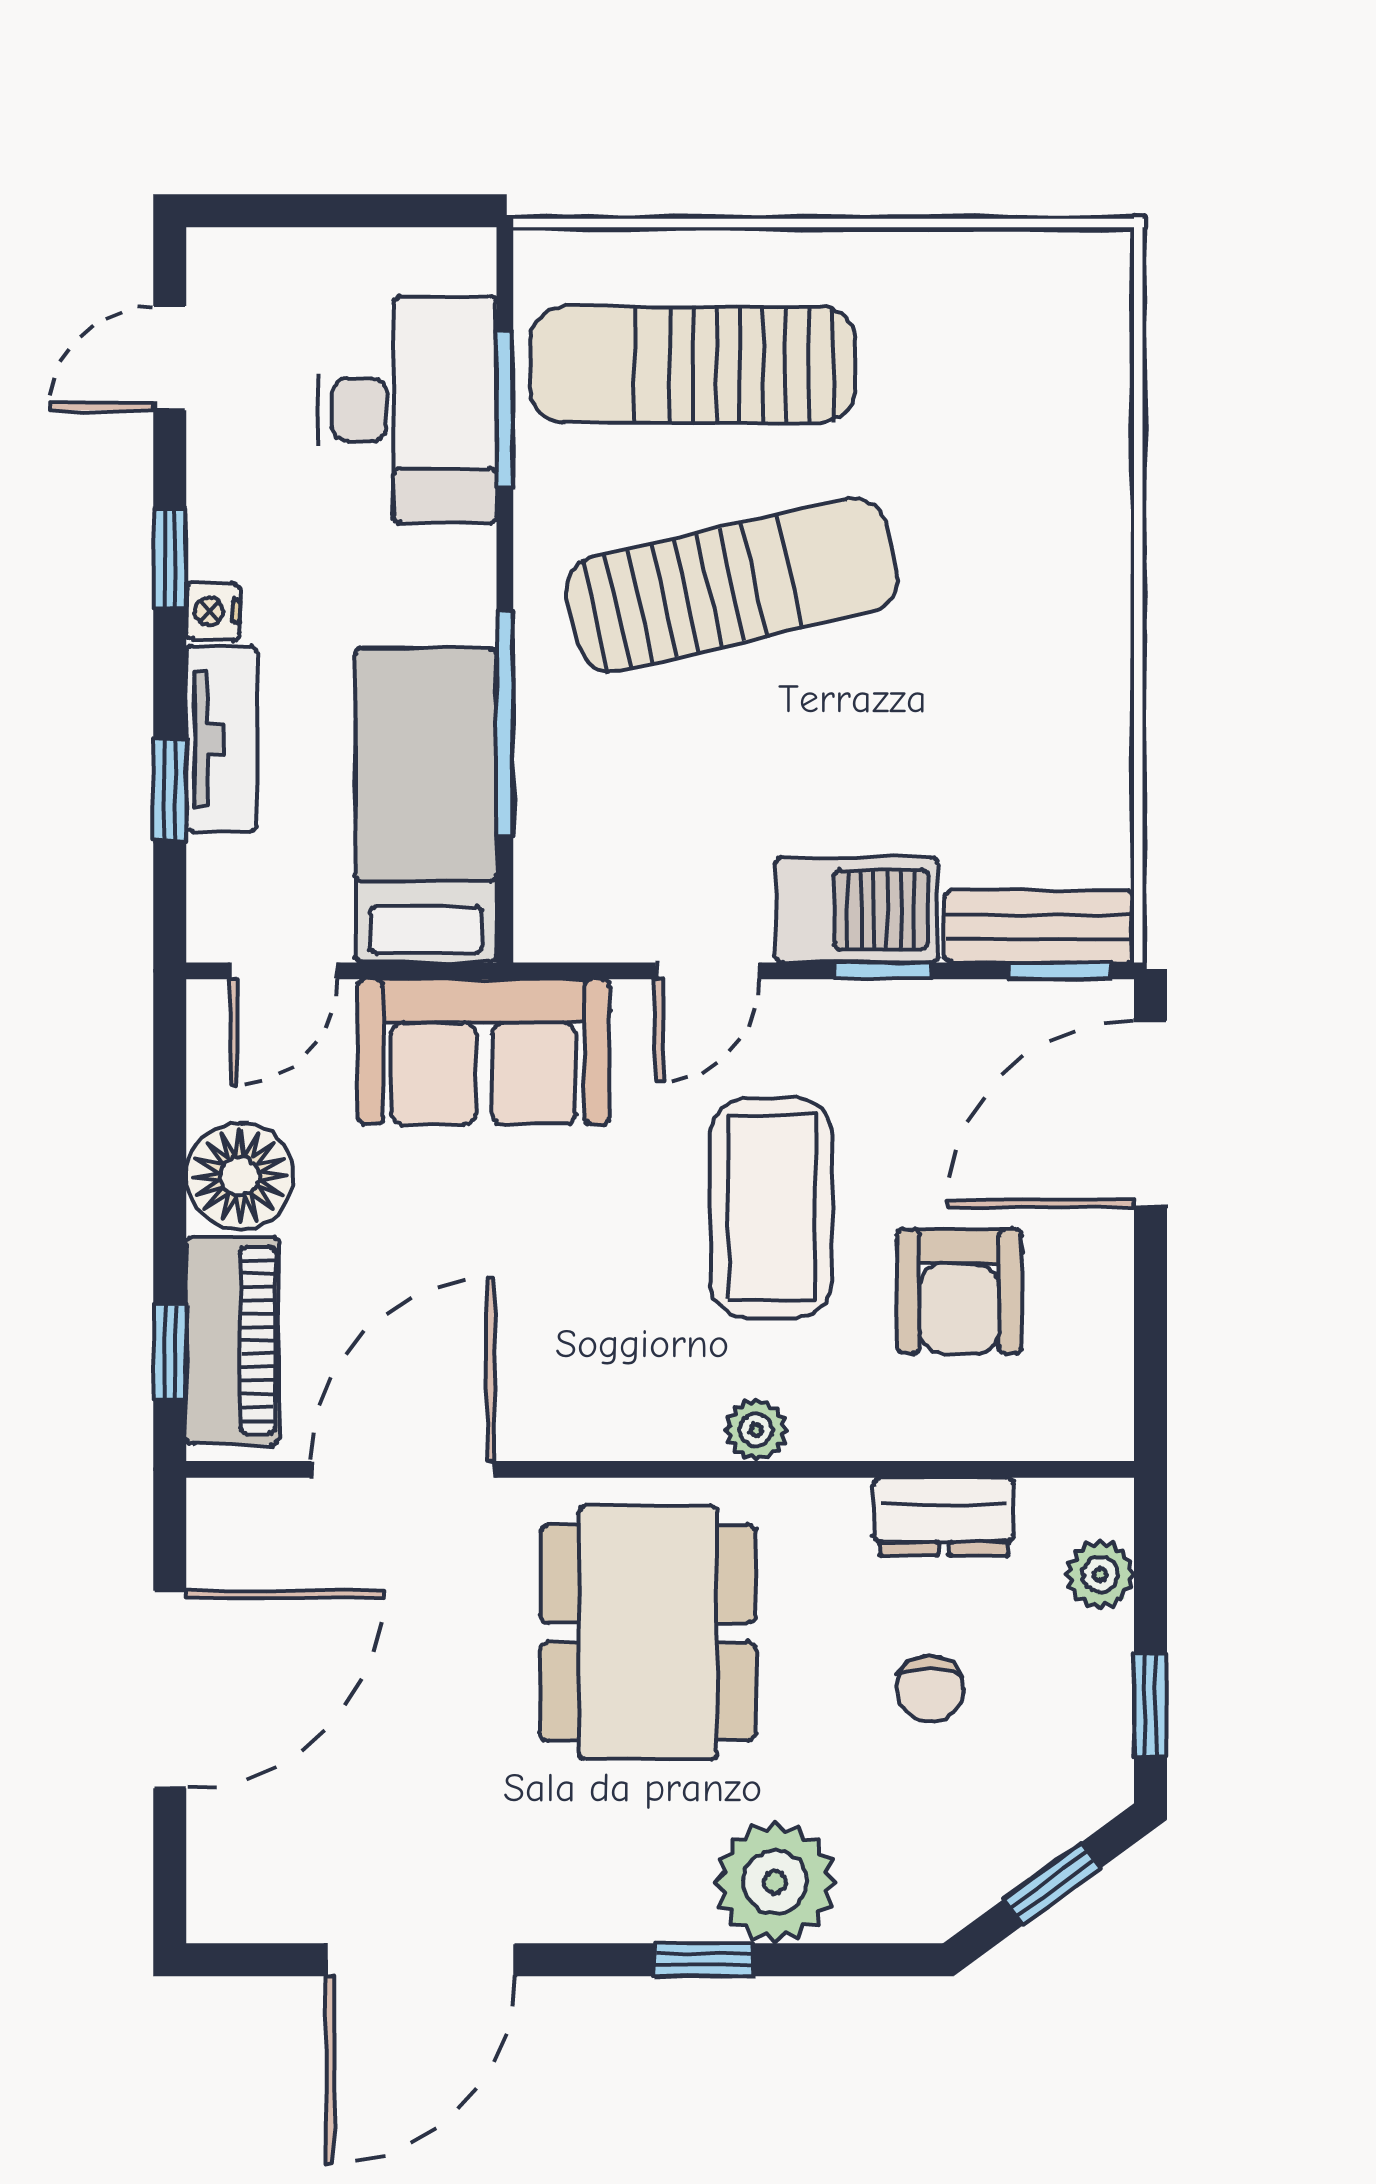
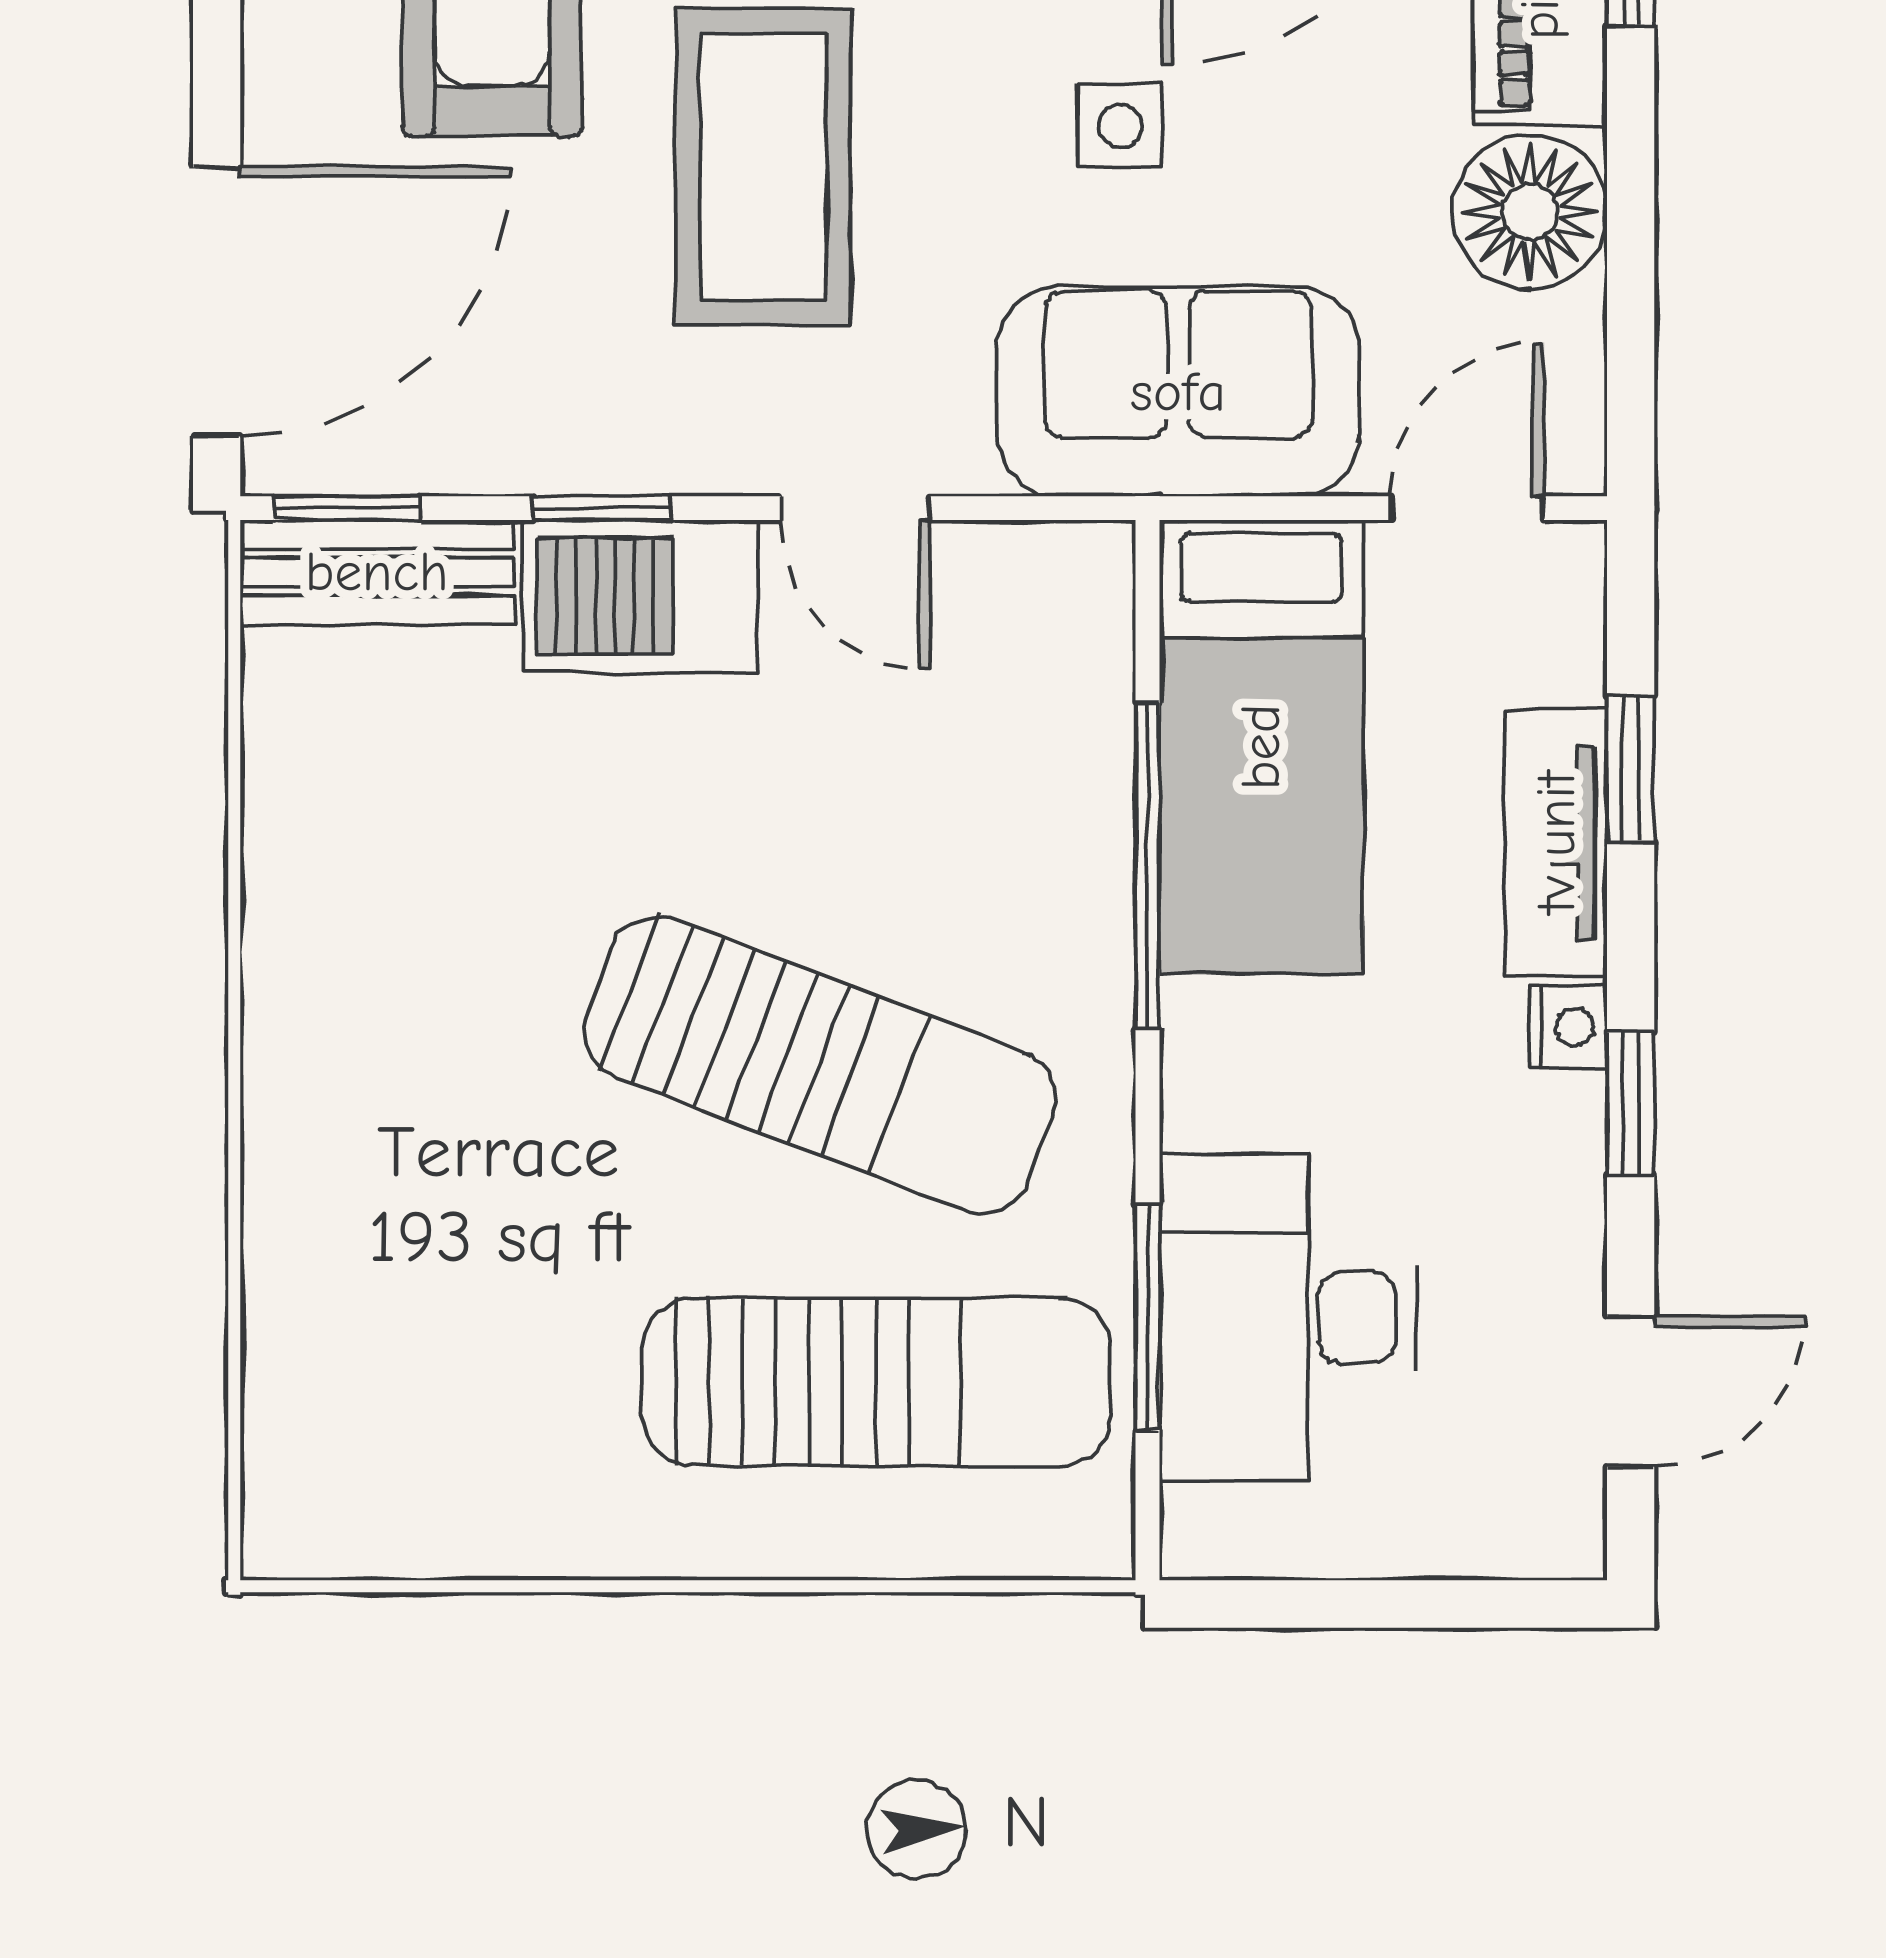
sun lounger: (732, 585) -> (820, 1065), turned -146
door: (707, 971) -> (855, 508), swing flipped
side table: (524, 1236) -> (1120, 126), added

